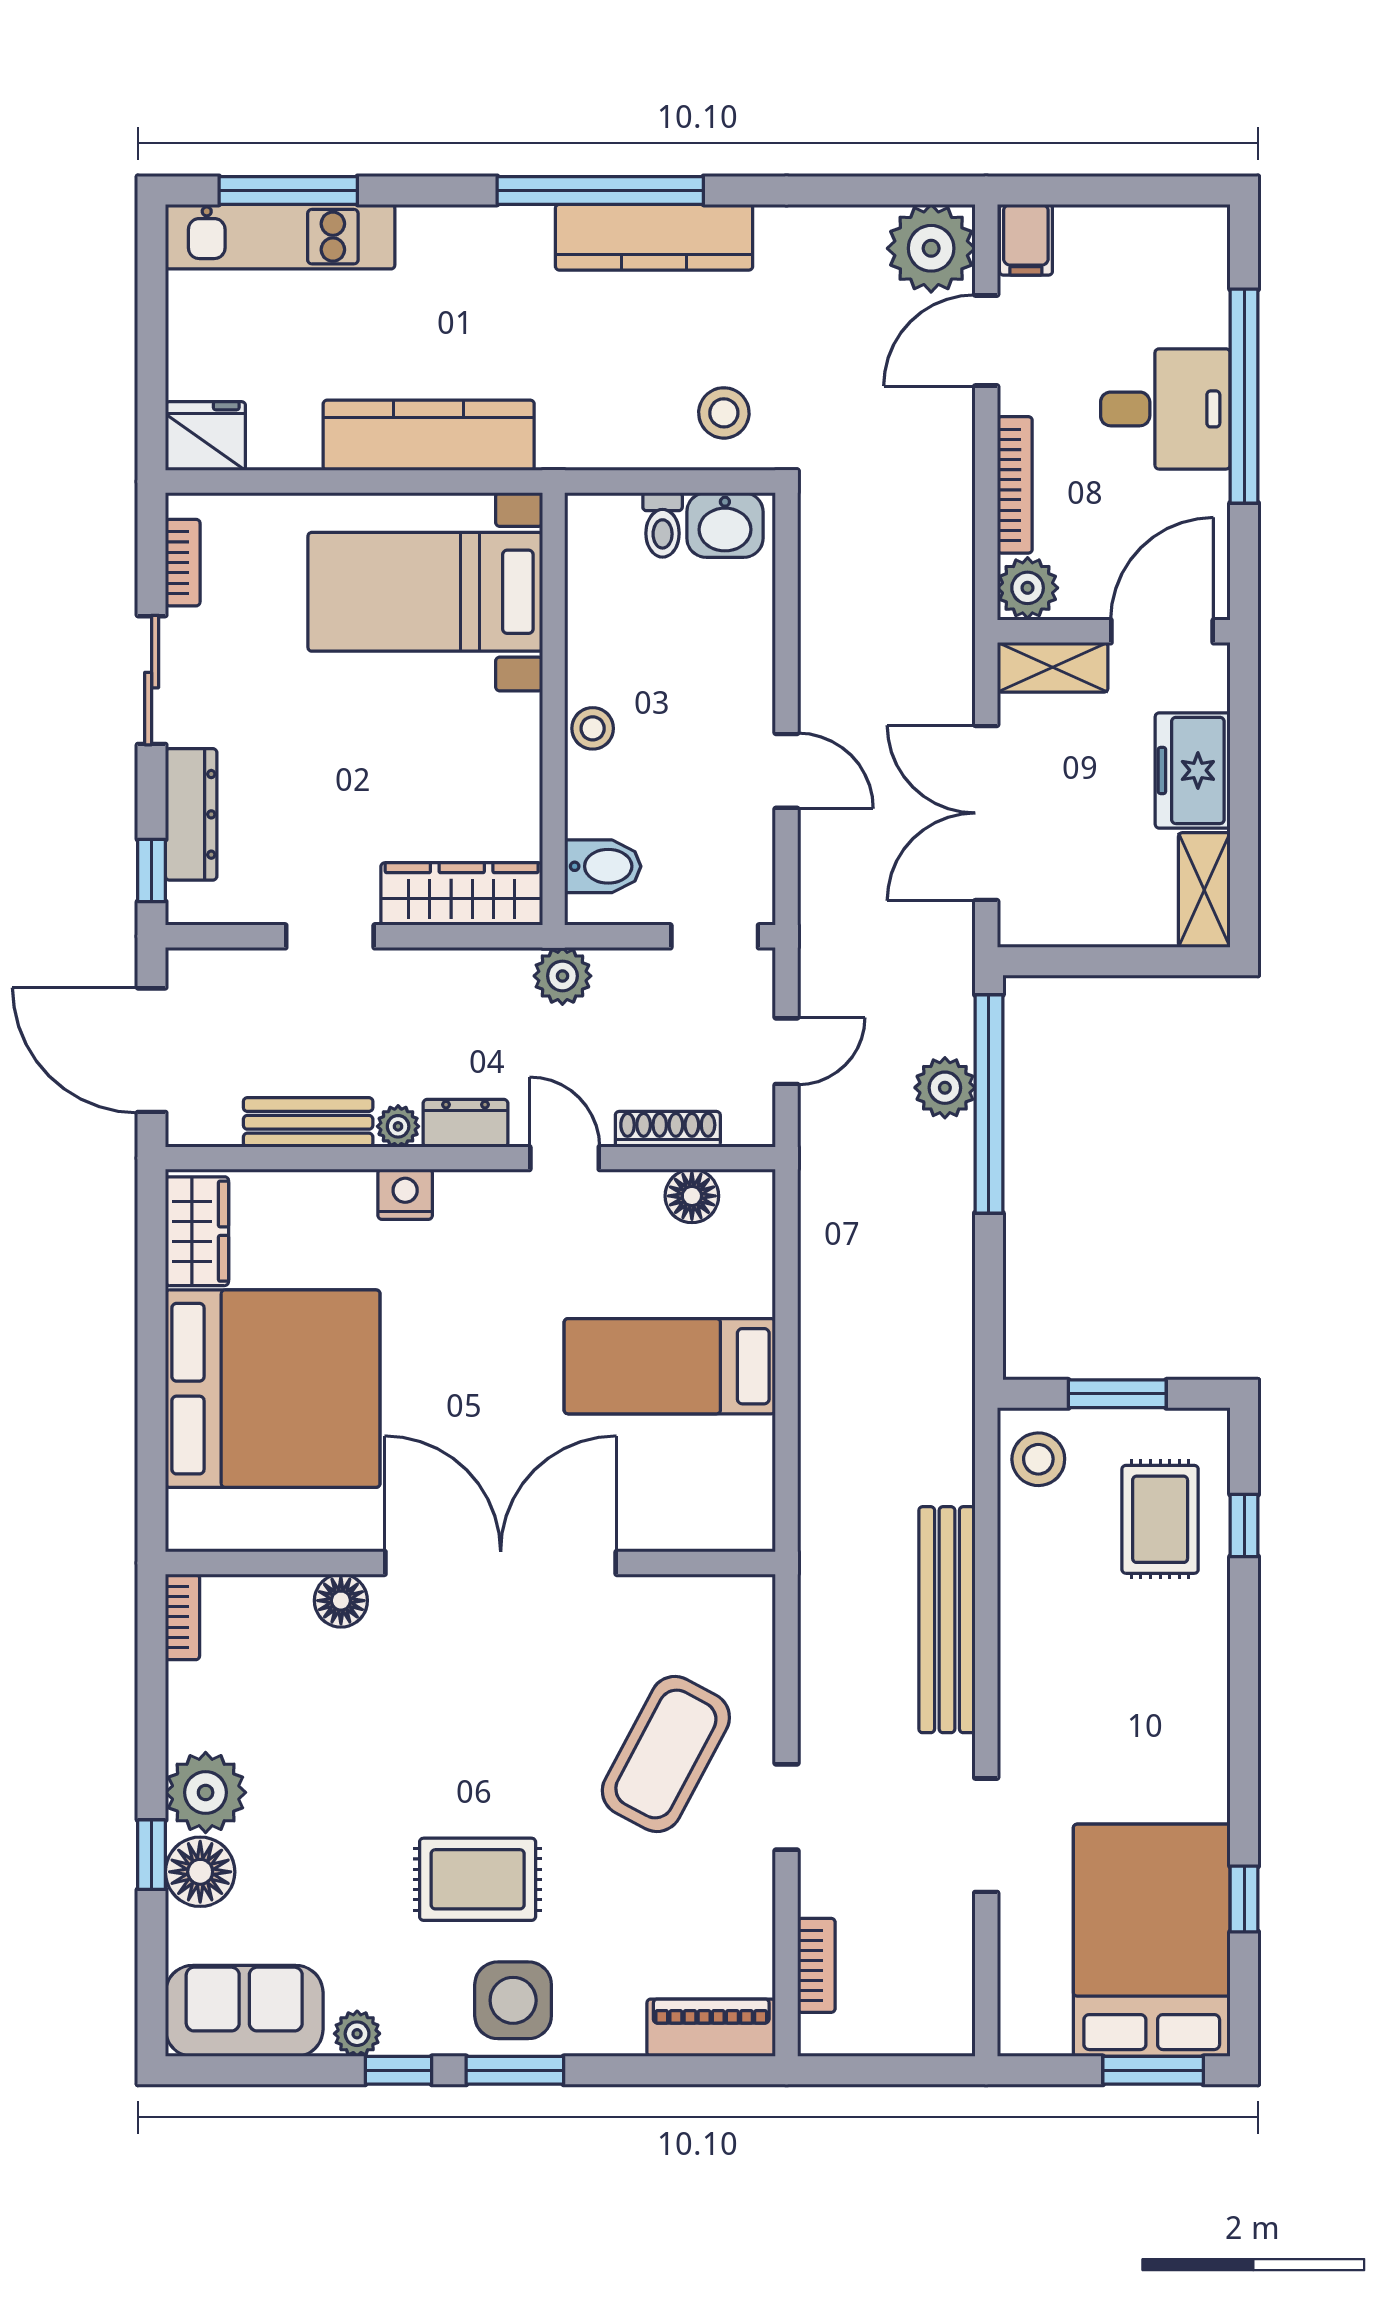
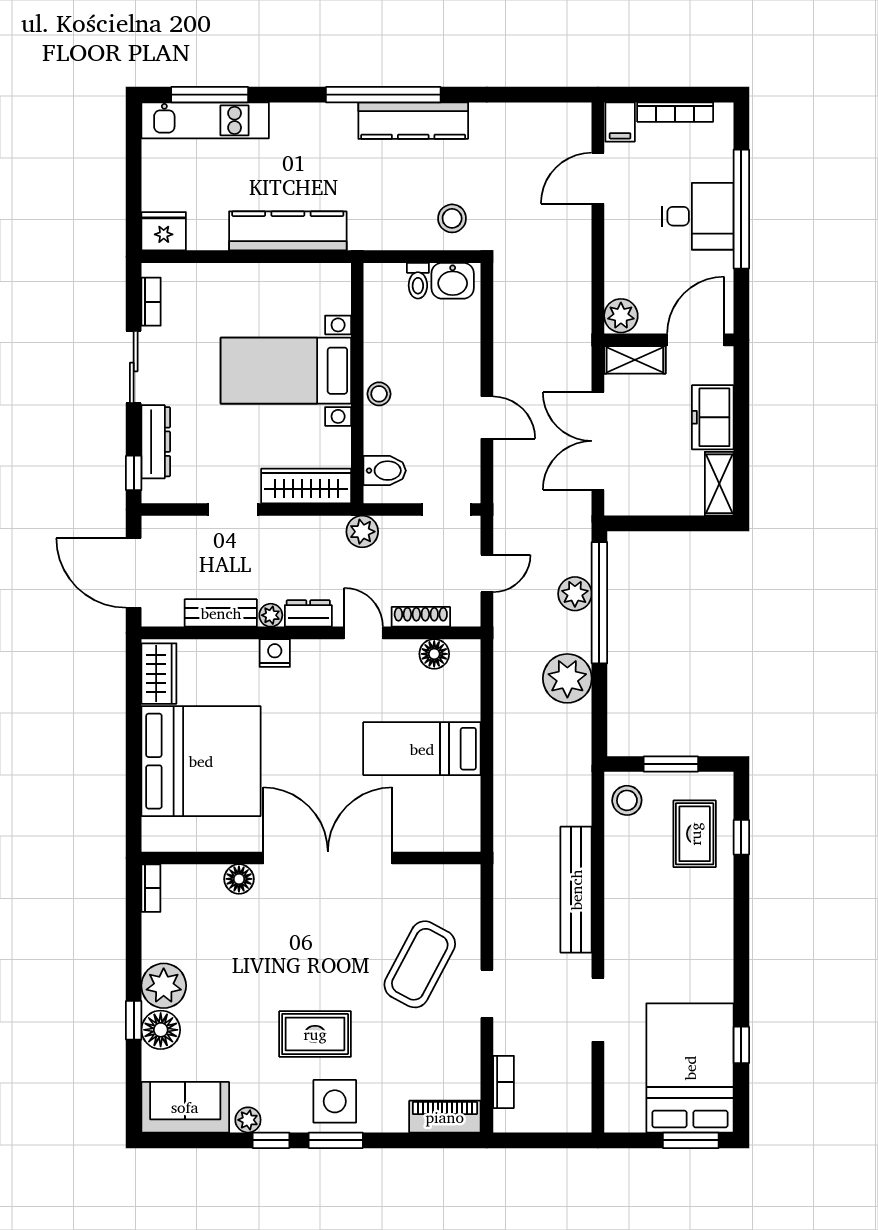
plant: (931, 248) -> (567, 678), moved
bookcase: (1015, 485) -> (675, 112), moved, turned 90
bed with nightstands: (425, 592) -> (286, 371), moved

